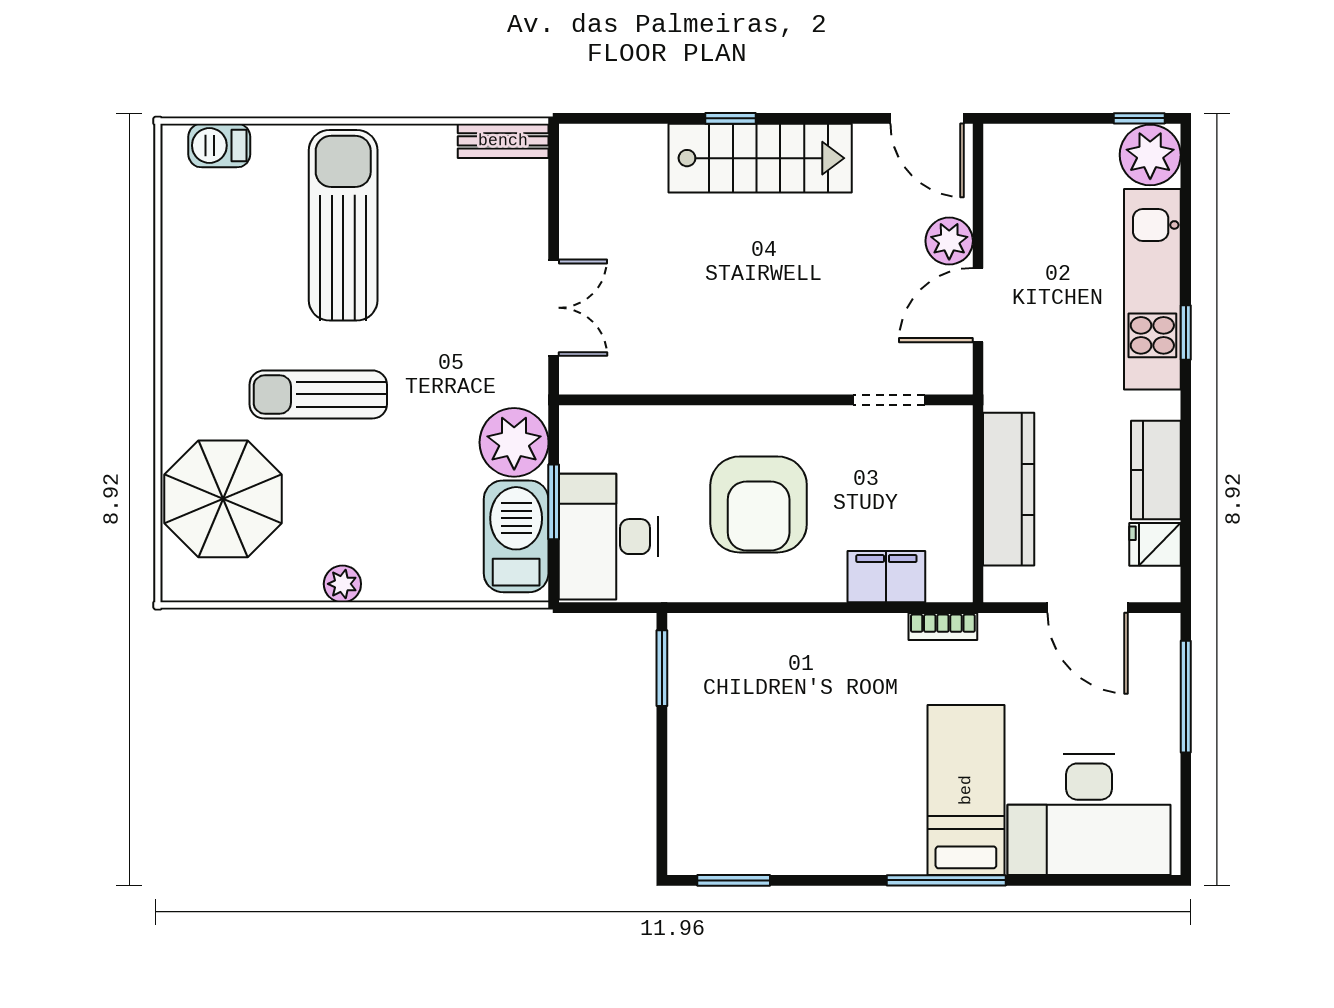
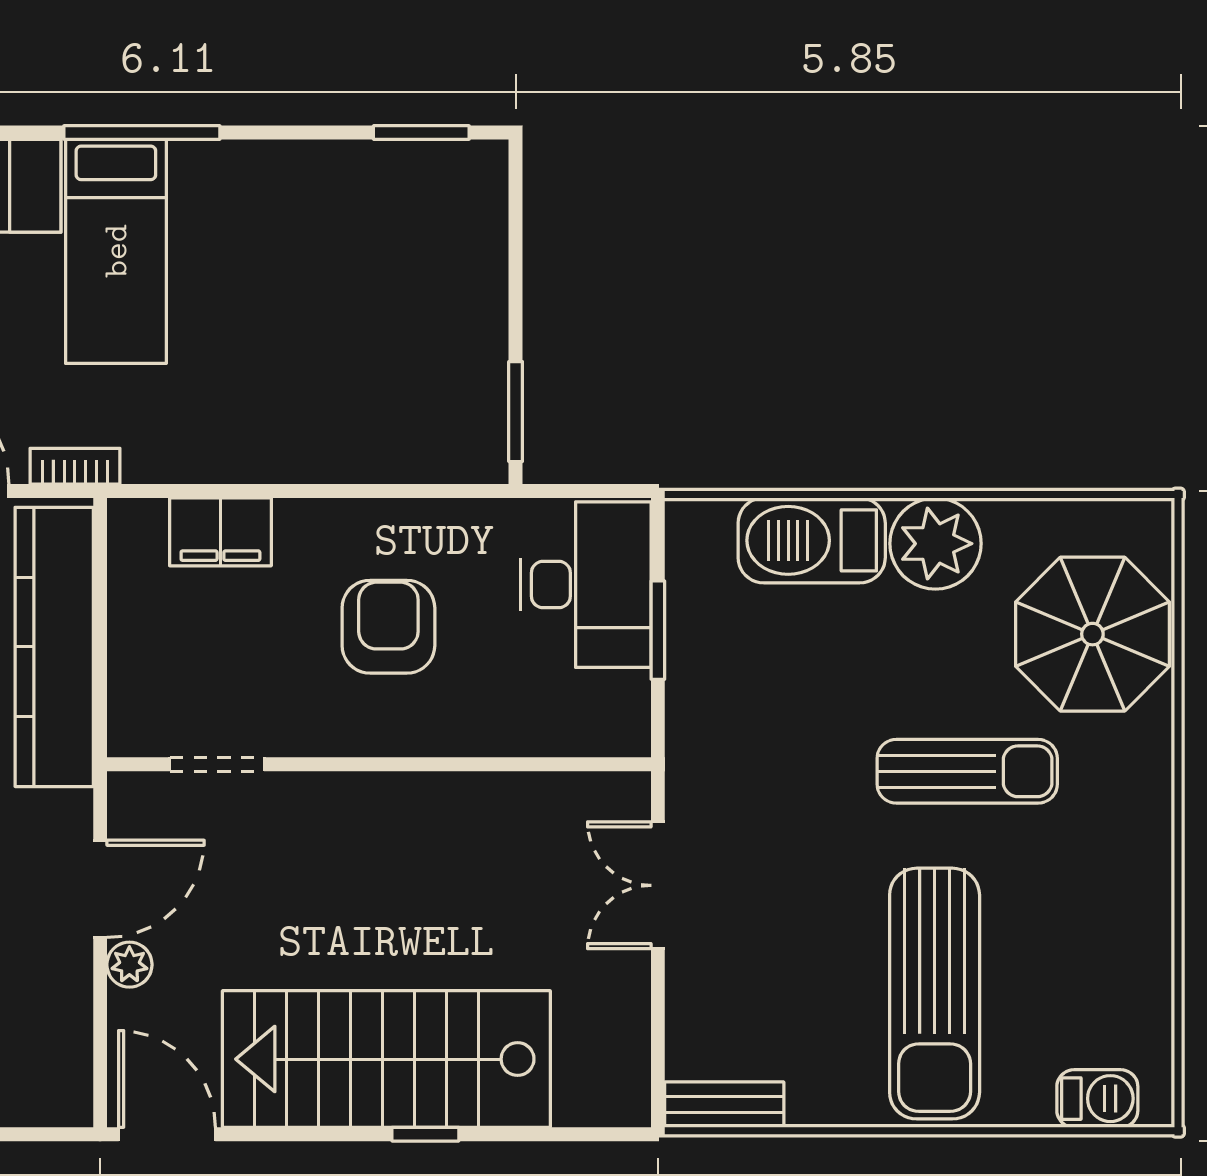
stairs: (760, 158) -> (386, 1059), width x1.36, depth x1.51
plant: (949, 241) -> (129, 965), width x0.73, depth x0.73
plant: (514, 442) -> (710, 708), removed
kitchen counter: (1009, 489) -> (54, 647), width x1.39, depth x1.17
armchair: (759, 504) -> (388, 627), width x0.73, depth x0.73
barbecue: (516, 536) -> (812, 540), moved, turned 90
plant: (342, 584) -> (935, 544), width x1.88, depth x1.88
bookcase: (943, 627) -> (75, 466), moved

